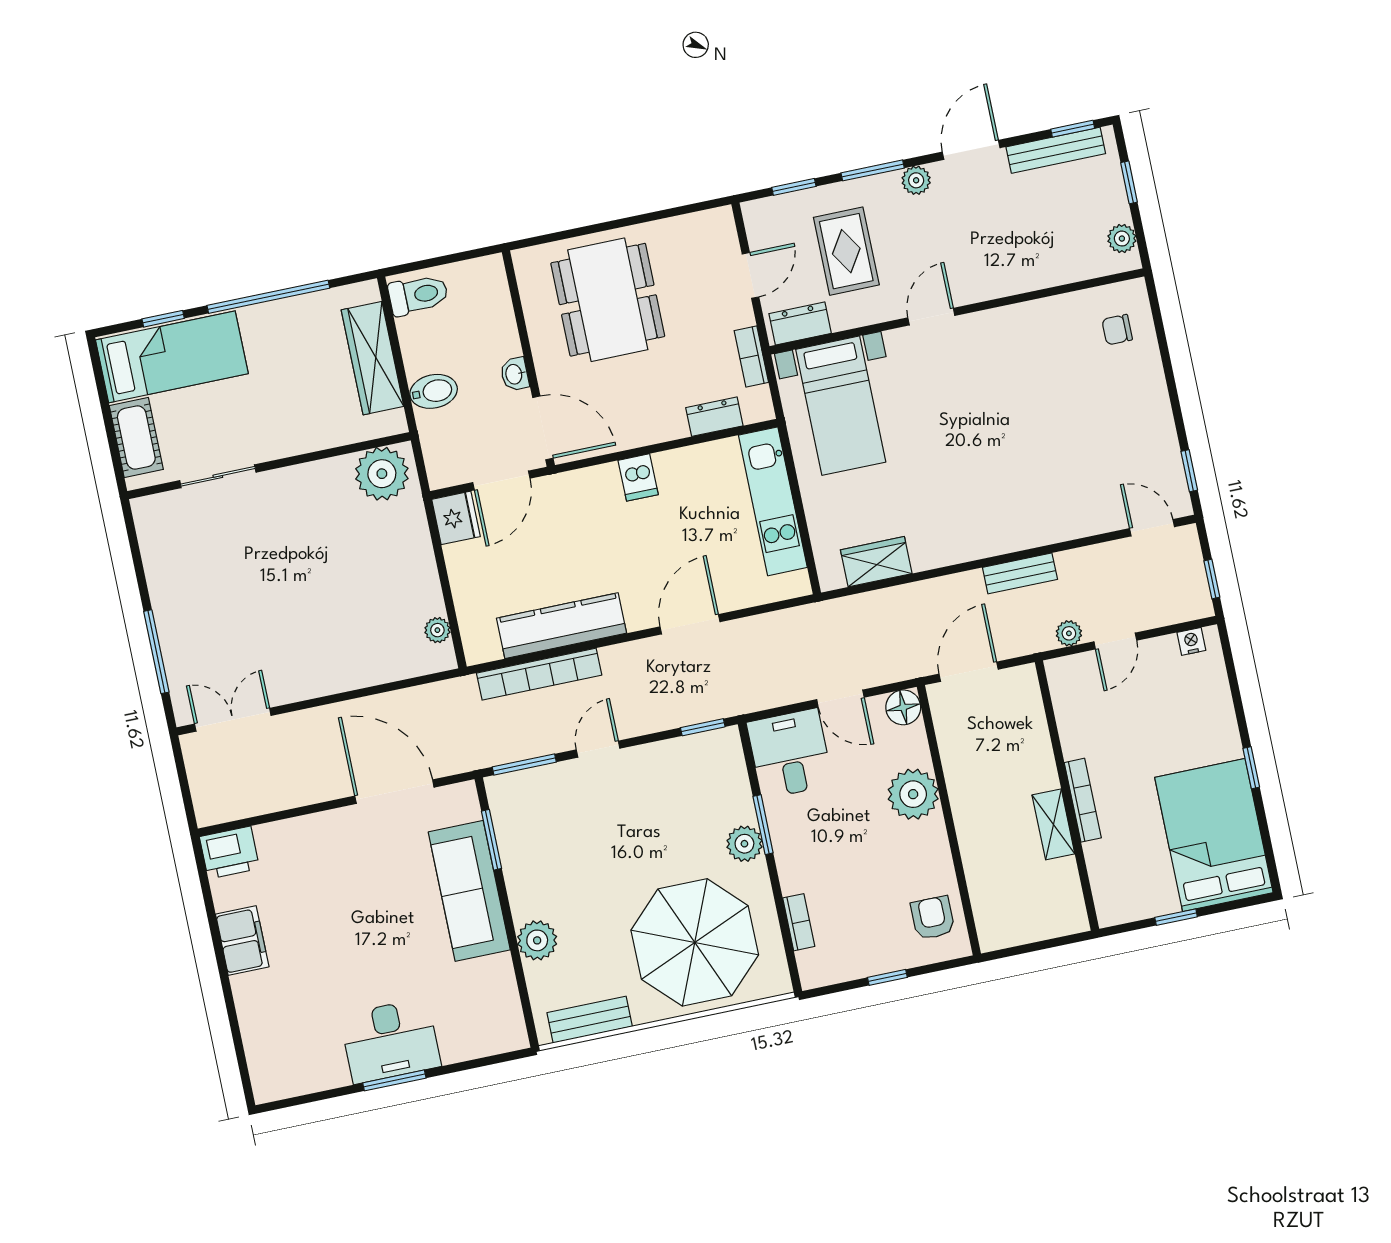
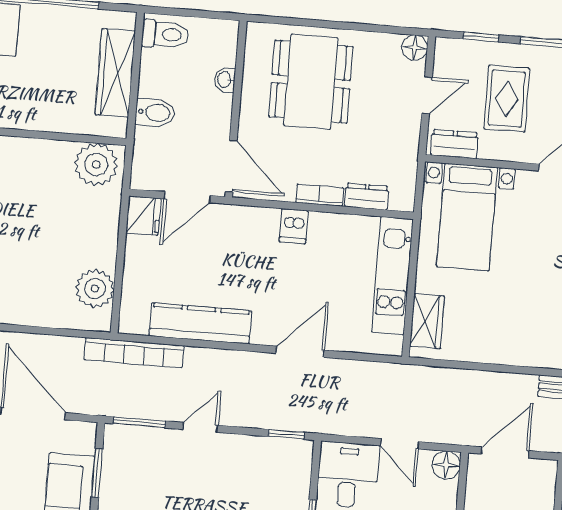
floor lamp: (719, 223) -> (415, 48), added
bookcase: (751, 357) -> (320, 195), moved, turned 90
washbasin: (515, 374) -> (225, 80), moved
wardrobe: (876, 562) -> (427, 321), moved, turned 90
plant: (437, 630) -> (95, 289), width x1.88, depth x1.88
bookcase: (539, 674) -> (134, 353), moved

